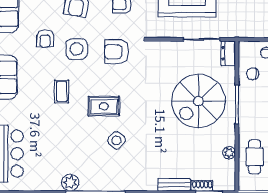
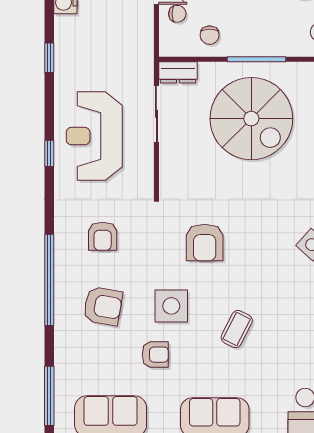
armchair: (117, 52) -> (205, 243), moved
coffee table: (62, 91) -> (237, 329), turned -63
rug: (104, 106) -> (259, 264), removed

